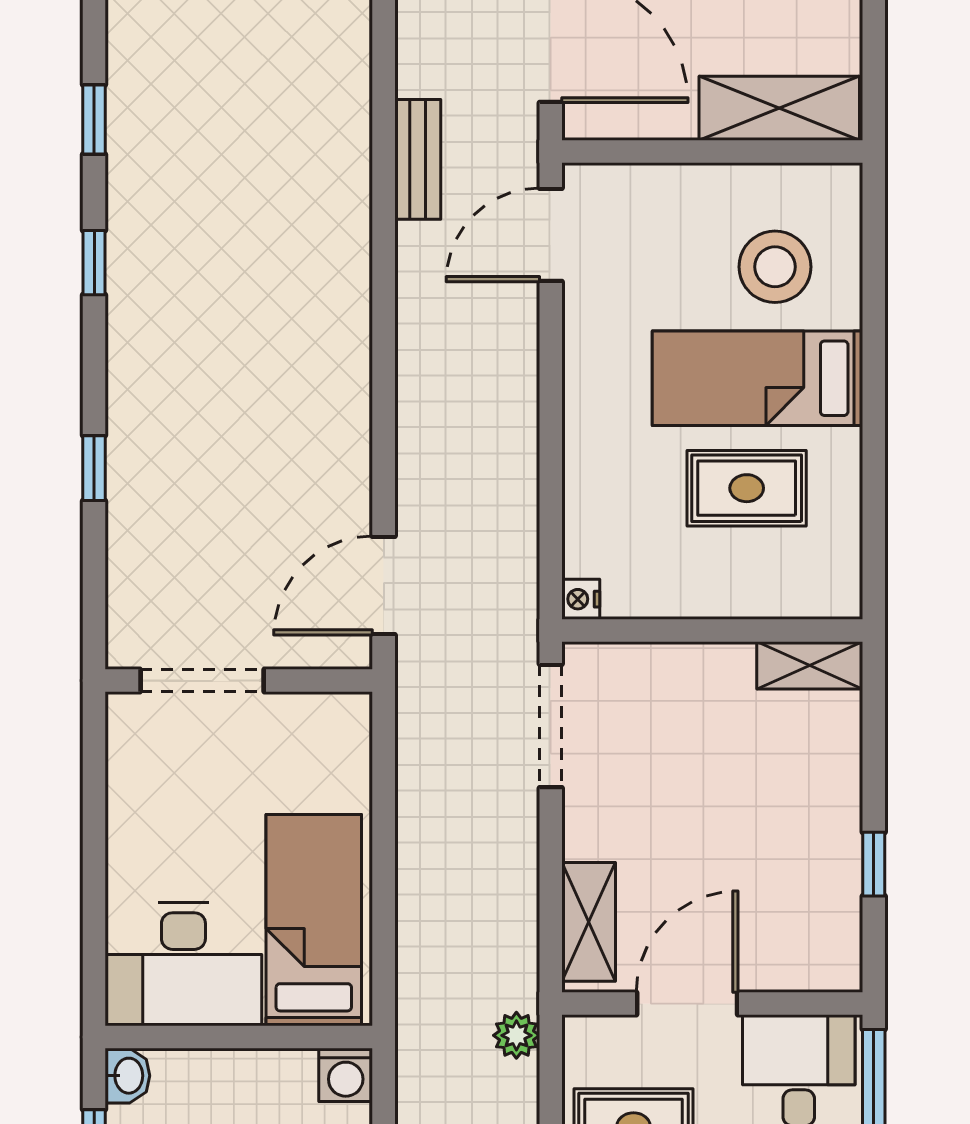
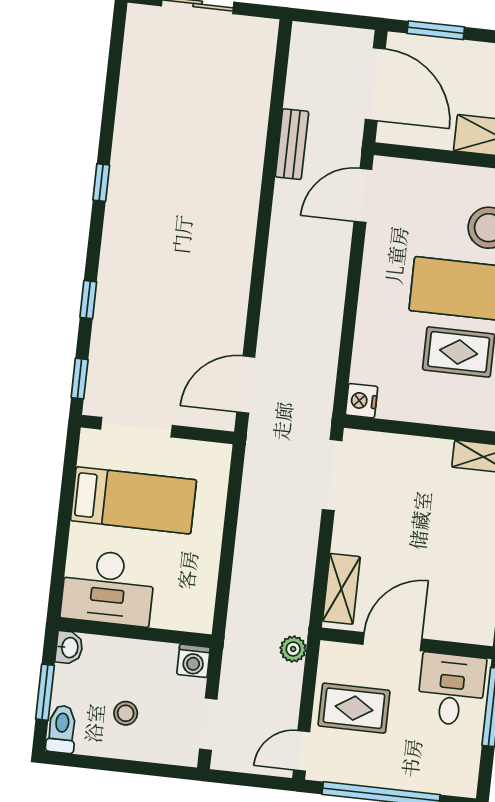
window: (94, 119) -> (80, 379), moved
nightstand: (581, 599) -> (361, 401), width x1.39, depth x1.35
bed: (314, 920) -> (133, 500), moved, turned 90

